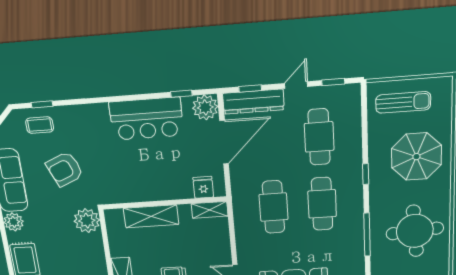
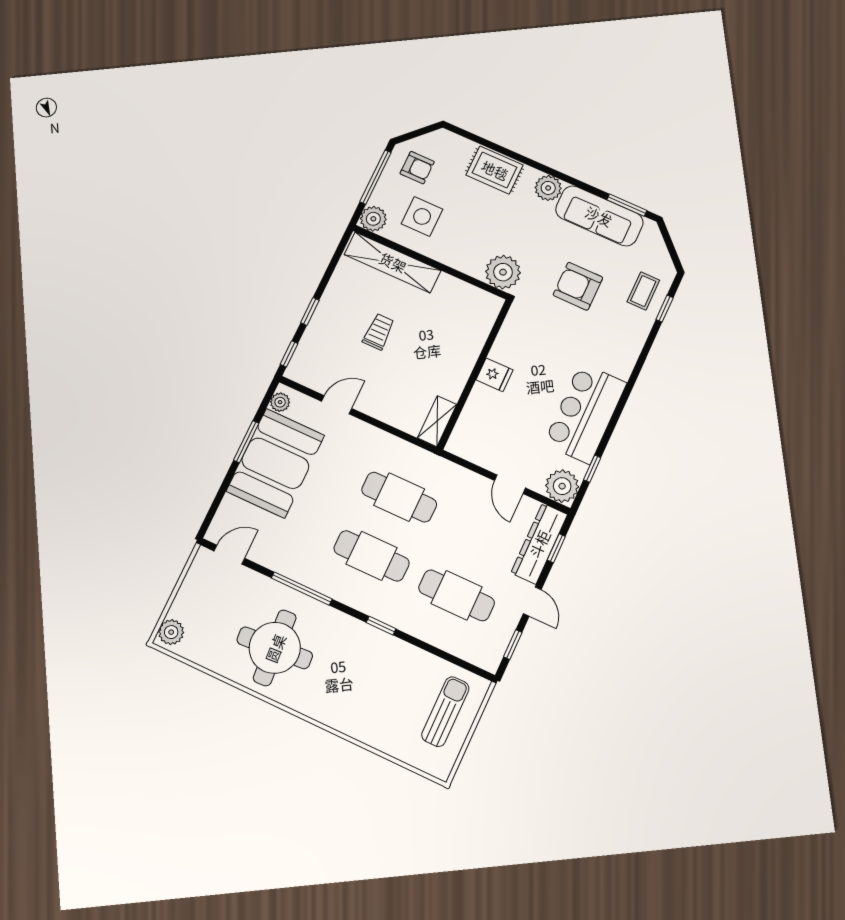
sun lounger: (403, 102) -> (445, 712), turned 180
door: (224, 142) -> (510, 484), width x0.53
parasol: (416, 157) -> (370, 695), removed
armchair: (65, 169) -> (578, 286), turned -67
fridge: (203, 187) -> (494, 375), moved
shelving: (151, 216) -> (467, 349), removed

